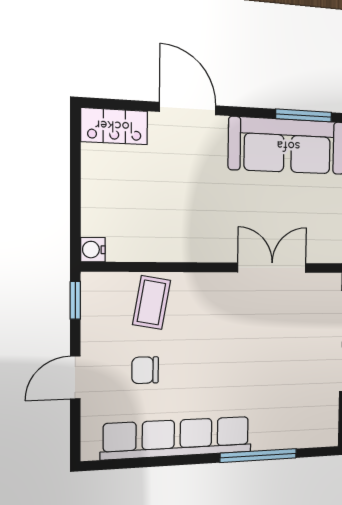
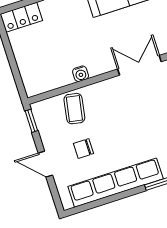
water cooler: (93, 250) -> (81, 74), moved, turned -90
door: (75, 377) -> (45, 164), hinge flipped

